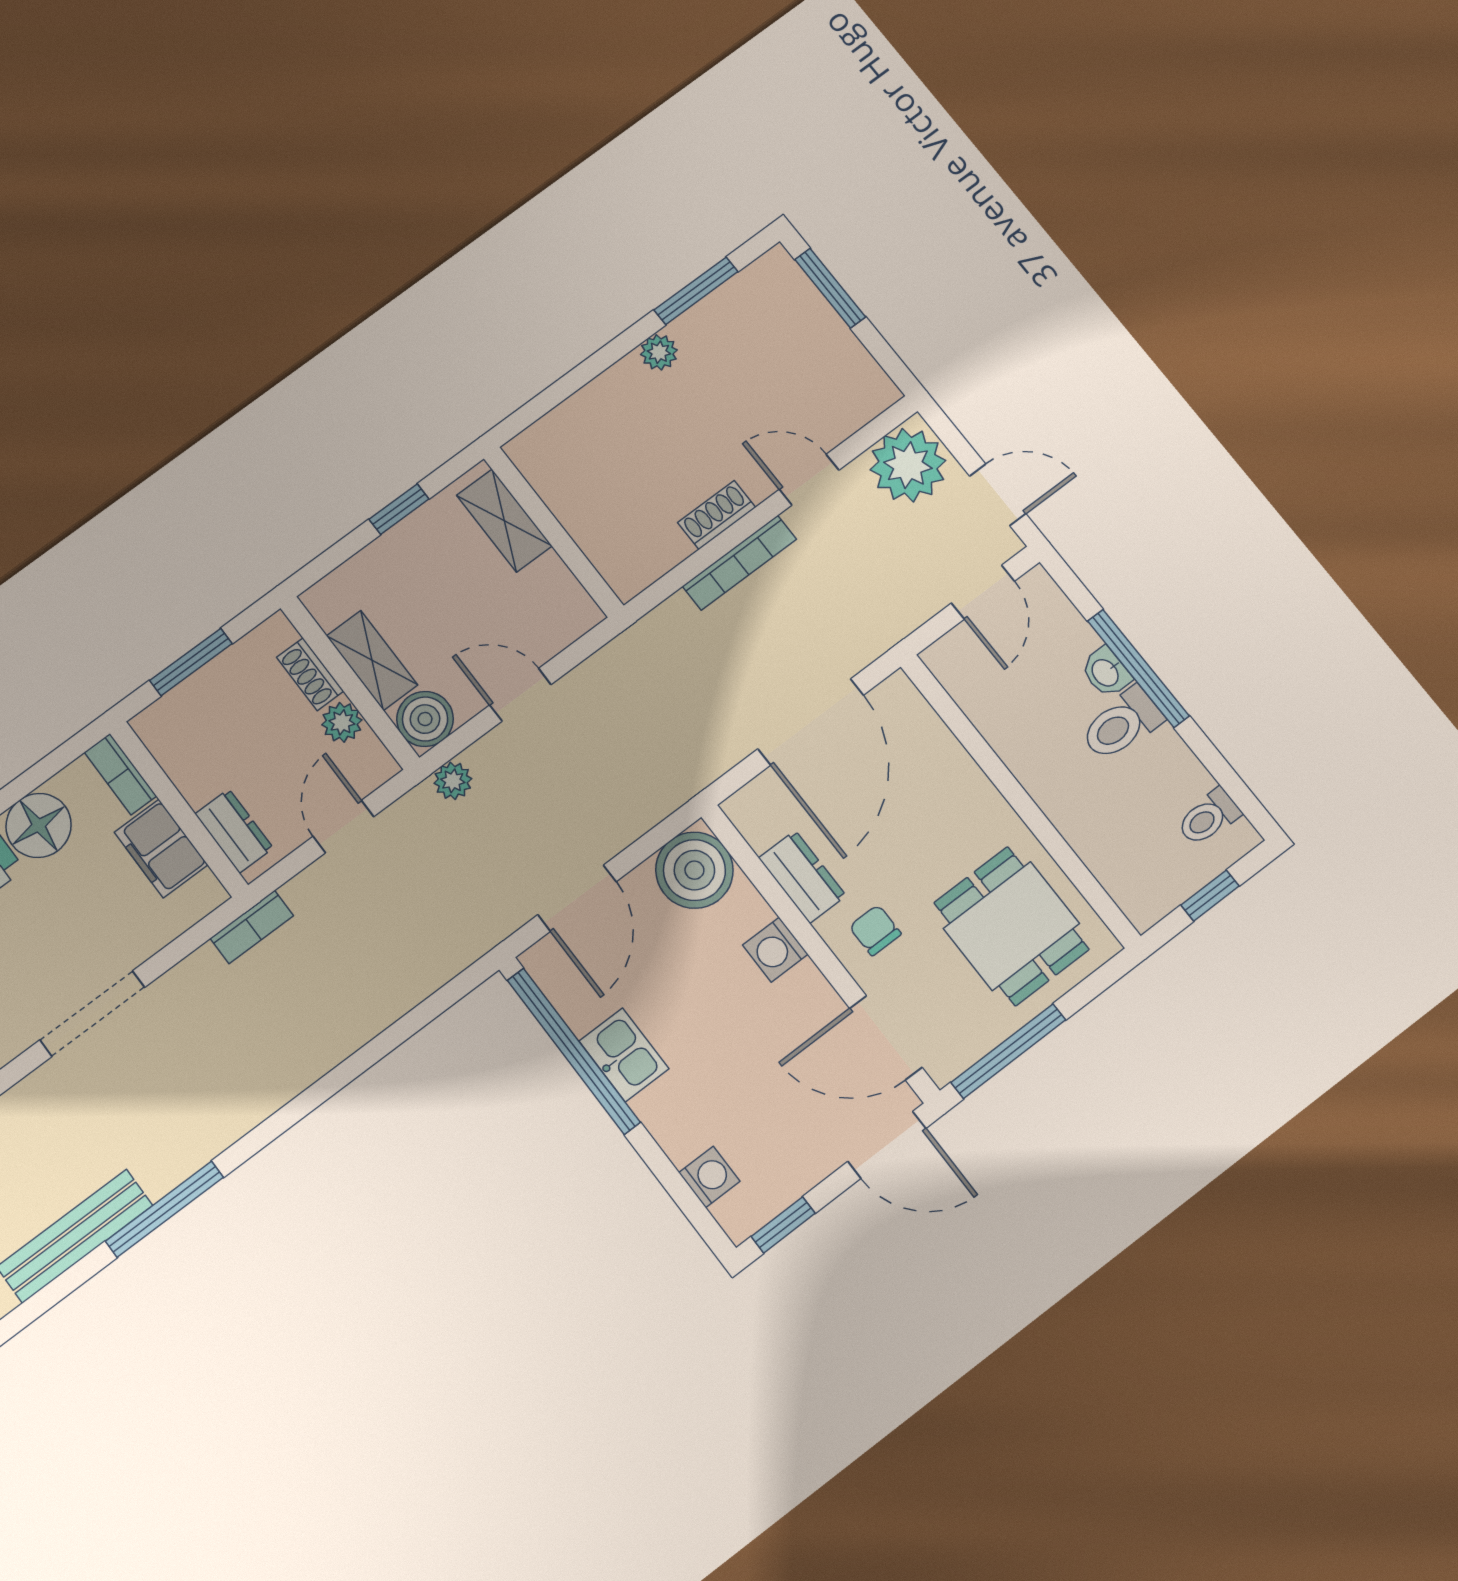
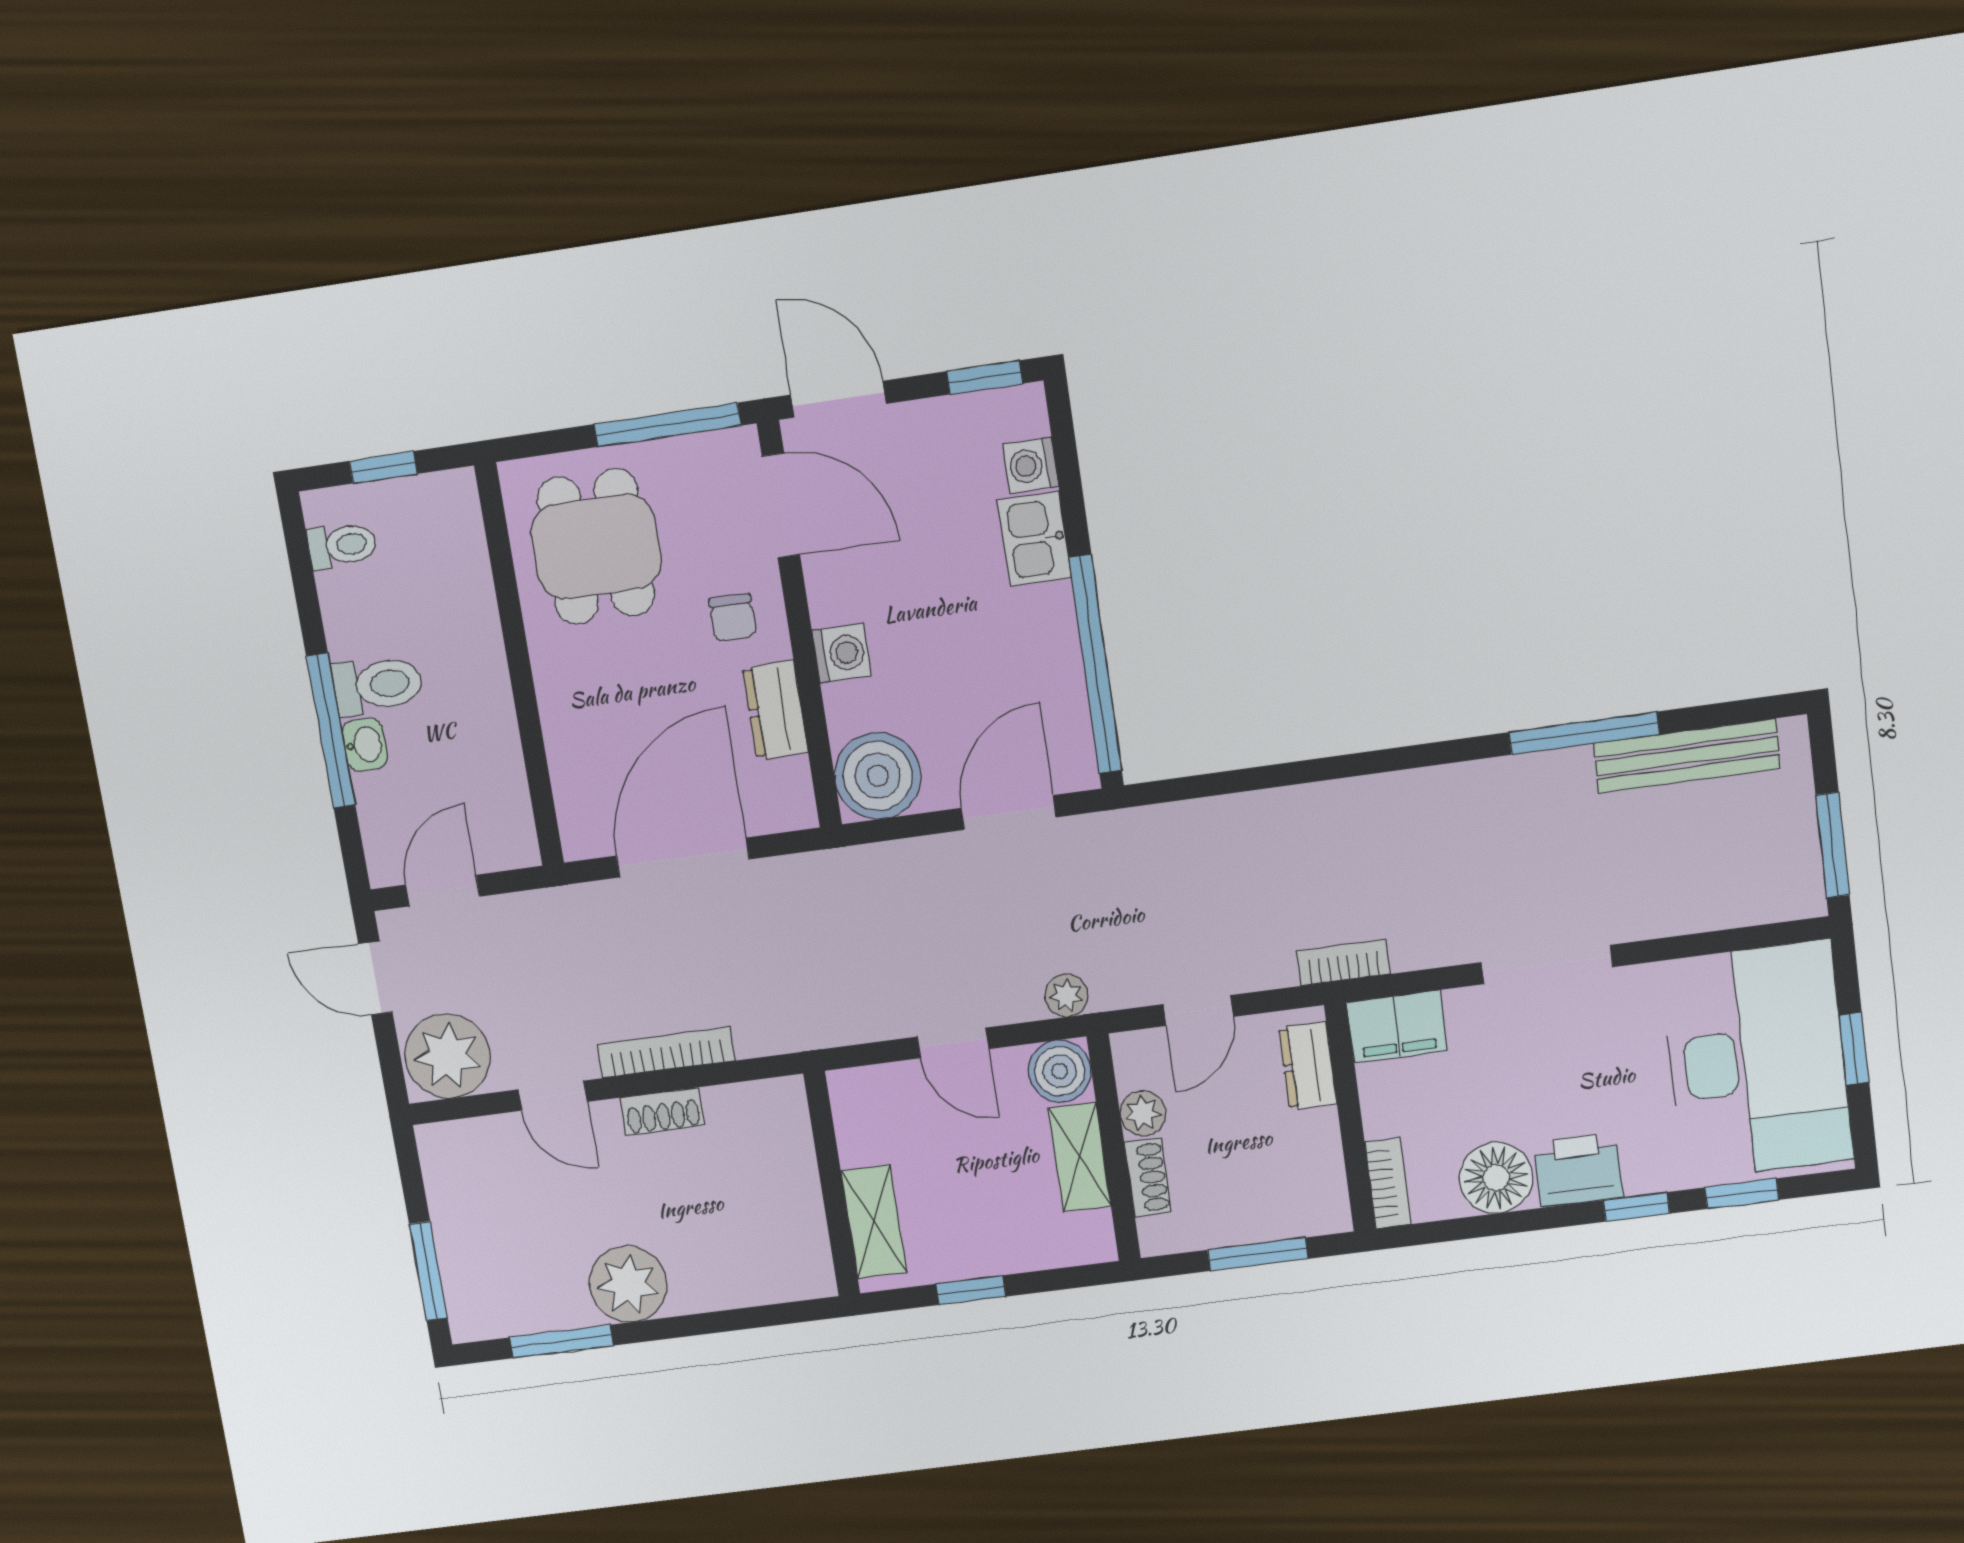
plant: (659, 352) -> (628, 1284), width x1.87, depth x1.87
filing cabinet: (161, 849) -> (1397, 1027), moved, turned 90
kitchen sink: (624, 1055) -> (1035, 539), moved

